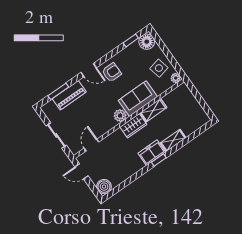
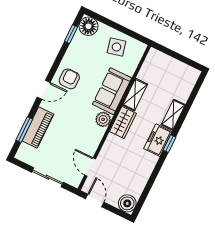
plant: (176, 78) -> (140, 48), removed
door: (81, 171) -> (95, 200), swing flipped

